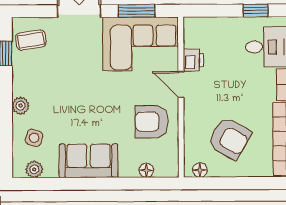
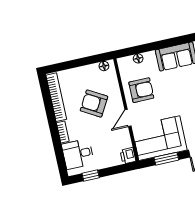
printer: (193, 60) -> (128, 156), moved
door: (181, 84) -> (128, 118), swing flipped
armchair: (229, 138) -> (94, 104), moved

